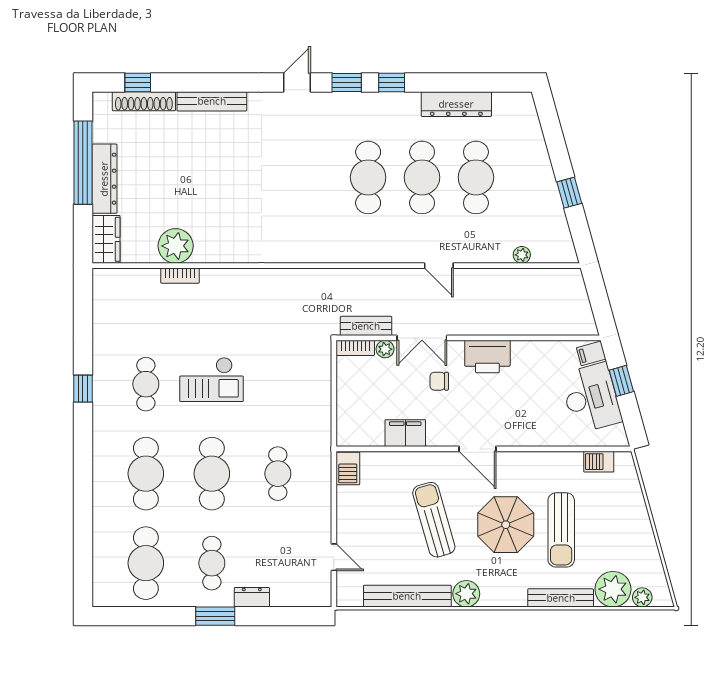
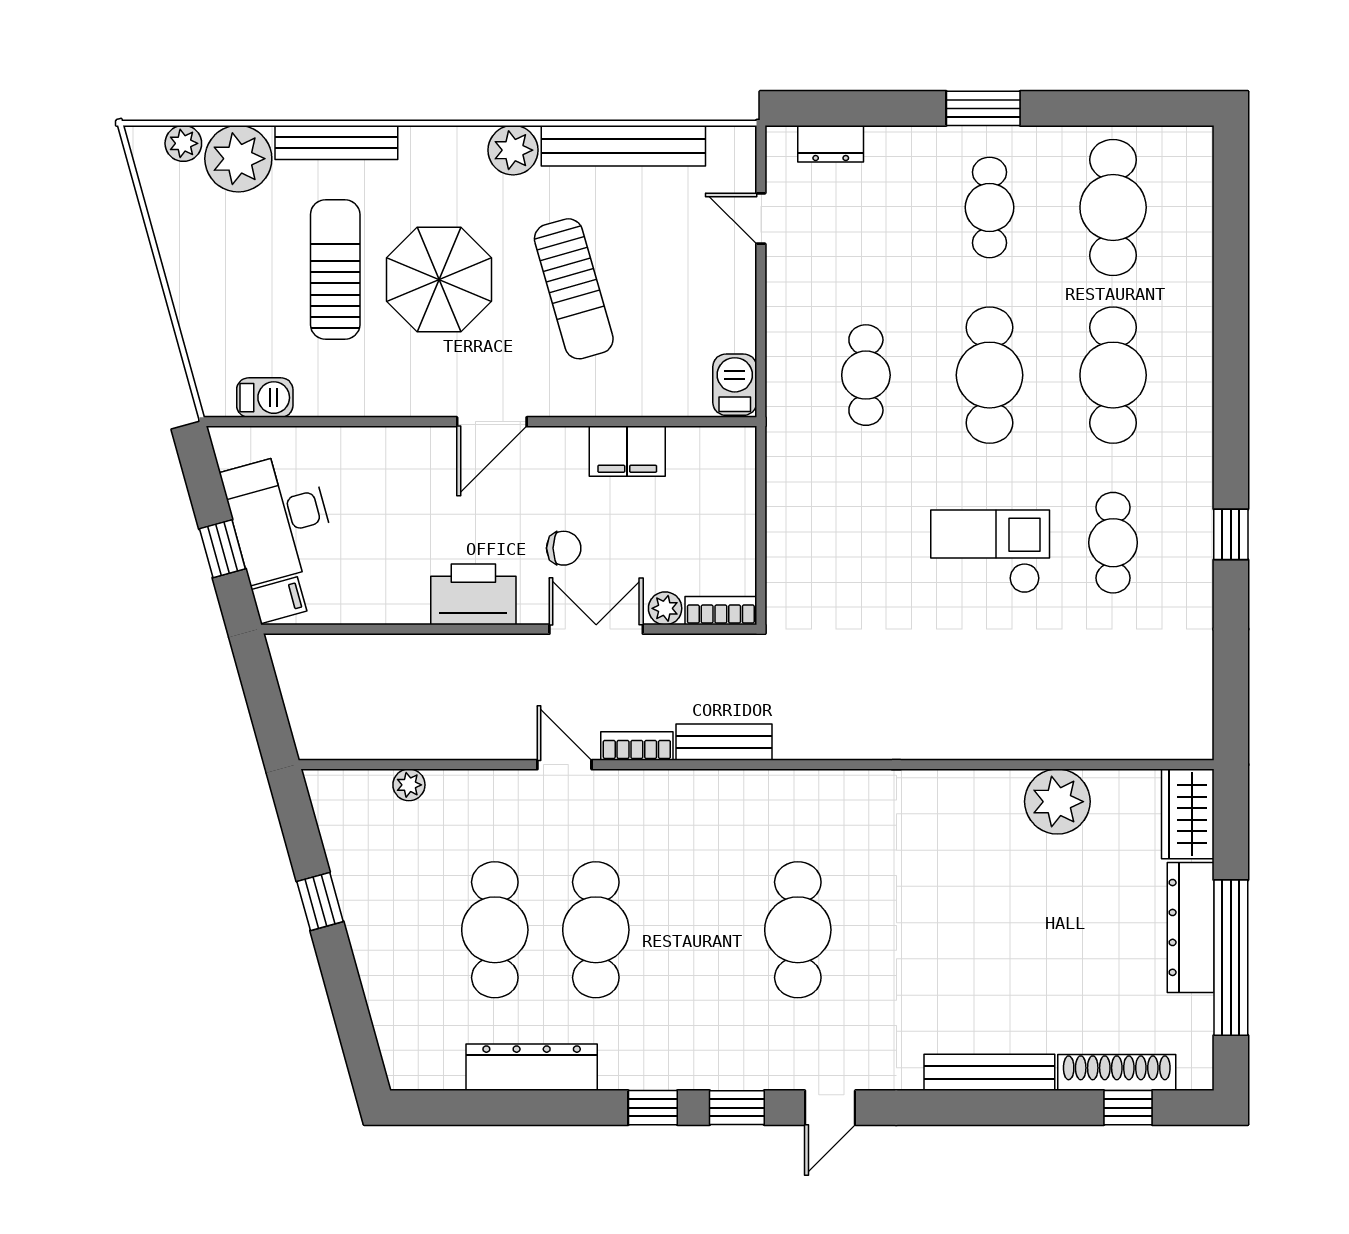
cafe table: (368, 177) -> (798, 930), moved
bookcase: (180, 276) -> (637, 746), moved
bench: (366, 326) -> (724, 742), moved
door: (478, 449) -> (492, 422), swing flipped
dresser: (252, 597) -> (831, 144), moved

